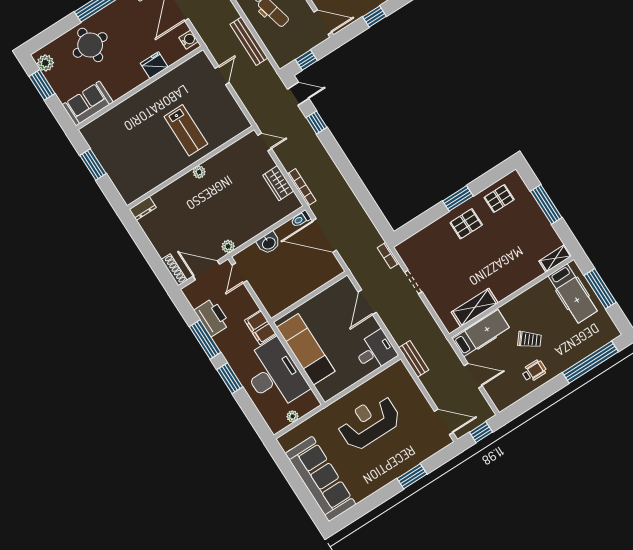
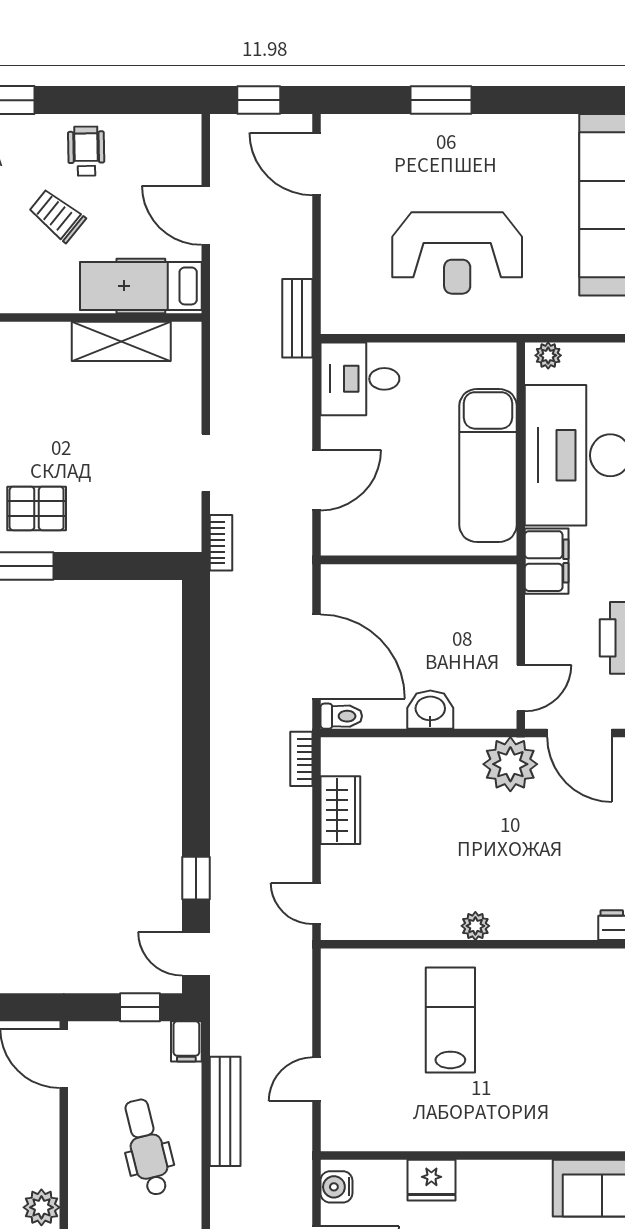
filing cabinet: (281, 58) -> (186, 1041), added
bookcase: (302, 187) -> (301, 759), width x0.64
plant: (228, 246) -> (510, 764), width x1.88, depth x1.88
wheelchair: (534, 371) -> (86, 151), turned 89
plant: (293, 416) -> (548, 355), moved

